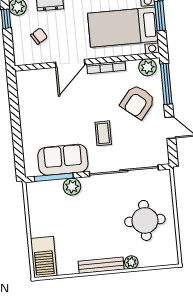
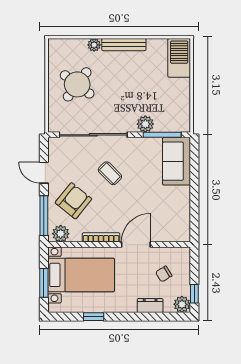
coffee table: (103, 133) -> (110, 173), turned -45
sofa: (63, 160) -> (177, 161), moved, turned 90
round table: (145, 220) -> (77, 84), turned 37

